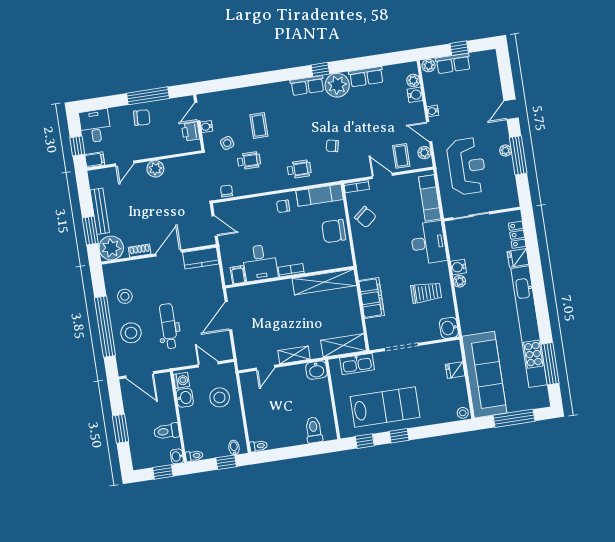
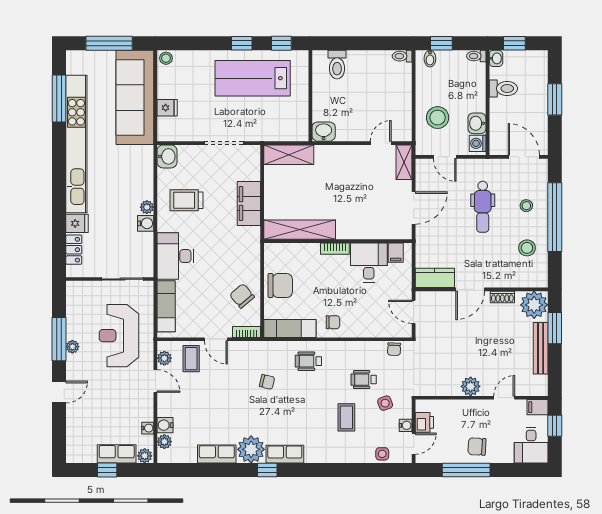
side table: (223, 99) -> (382, 454), added
water cooler: (433, 111) -> (148, 428), moved
stool: (131, 333) -> (526, 206), width x0.53, depth x0.53
shelving: (294, 355) -> (404, 162), moved, turned 90
kitchen sink: (357, 364) -> (277, 132), removed

